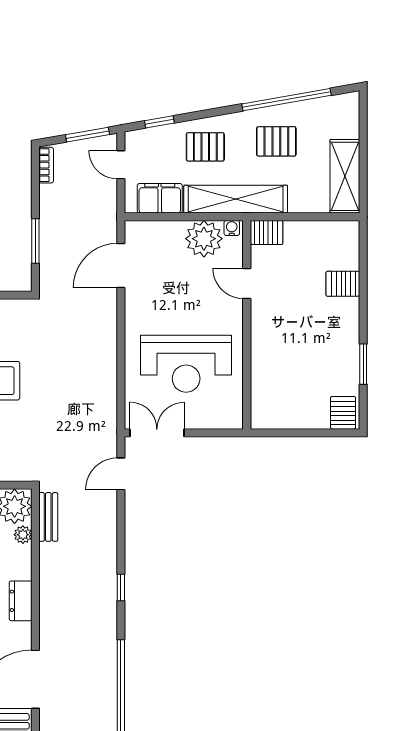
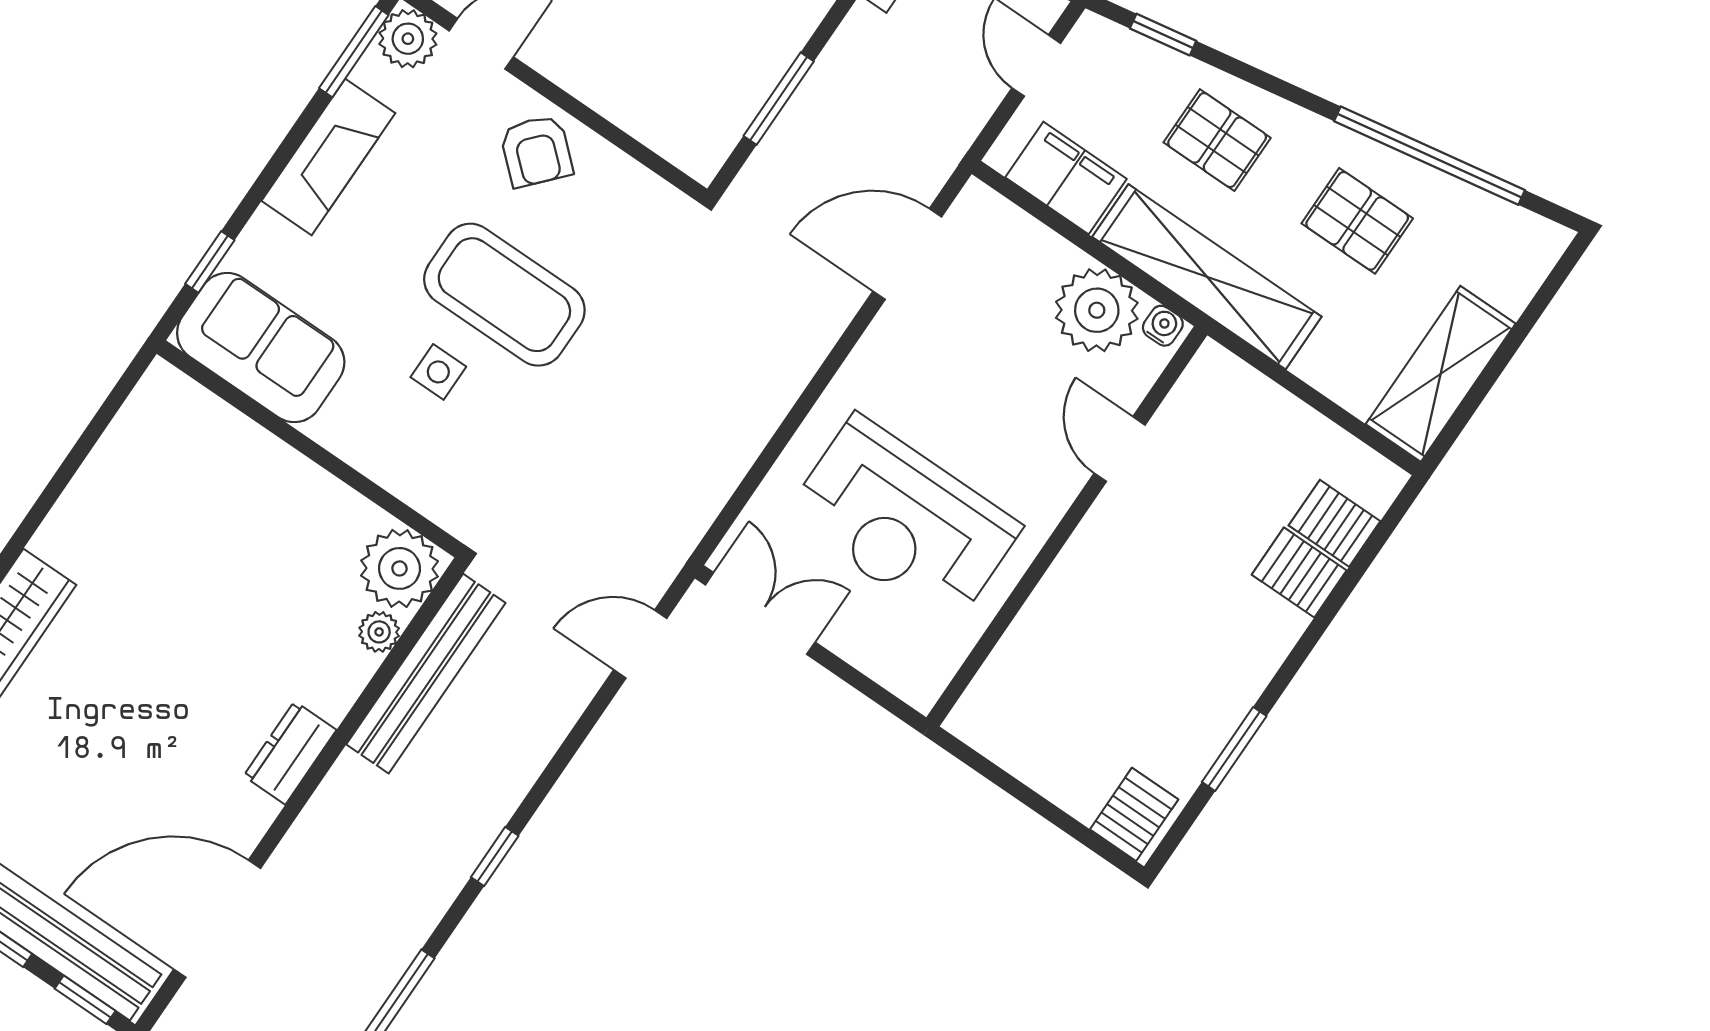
server rack: (267, 233) -> (1334, 523), moved, turned 180
bench: (48, 517) -> (426, 674), width x1.86, depth x1.21

